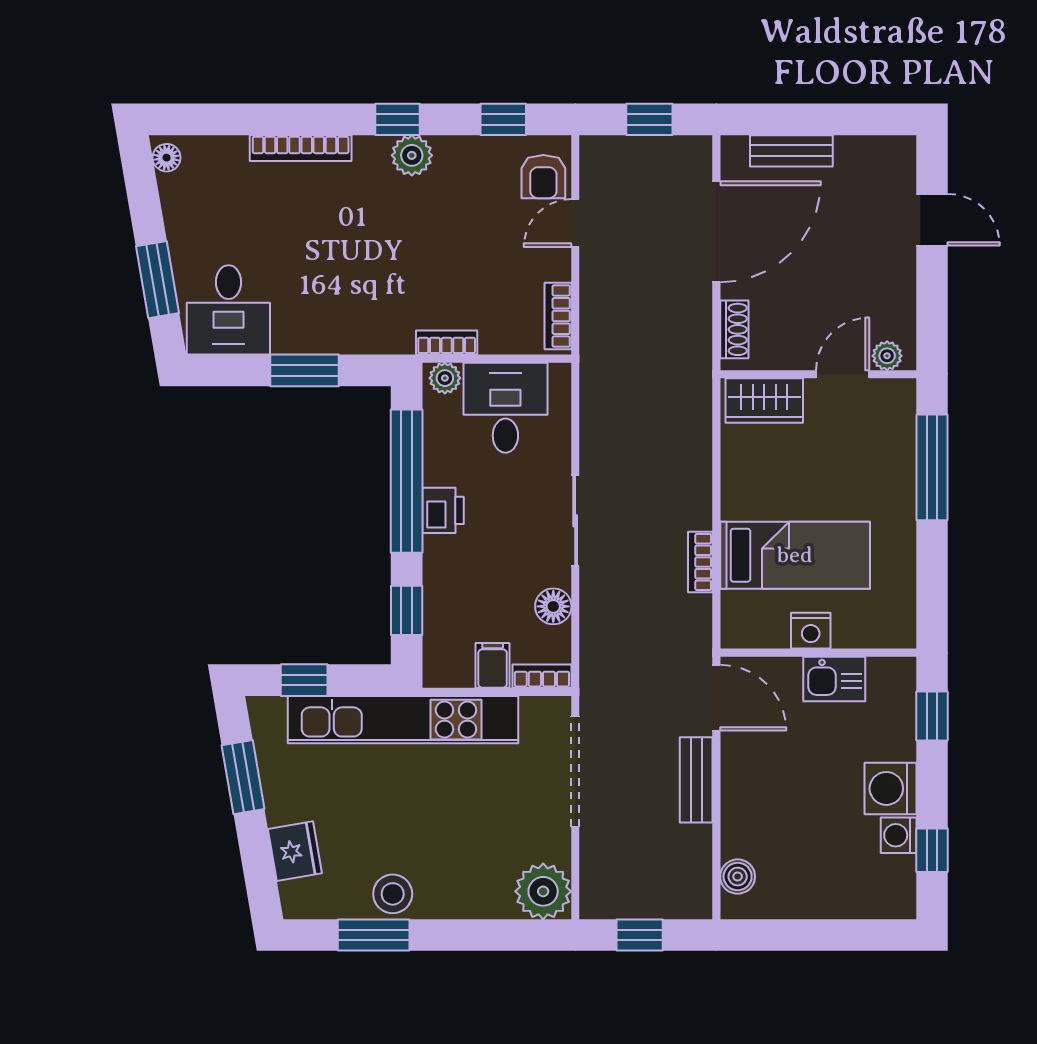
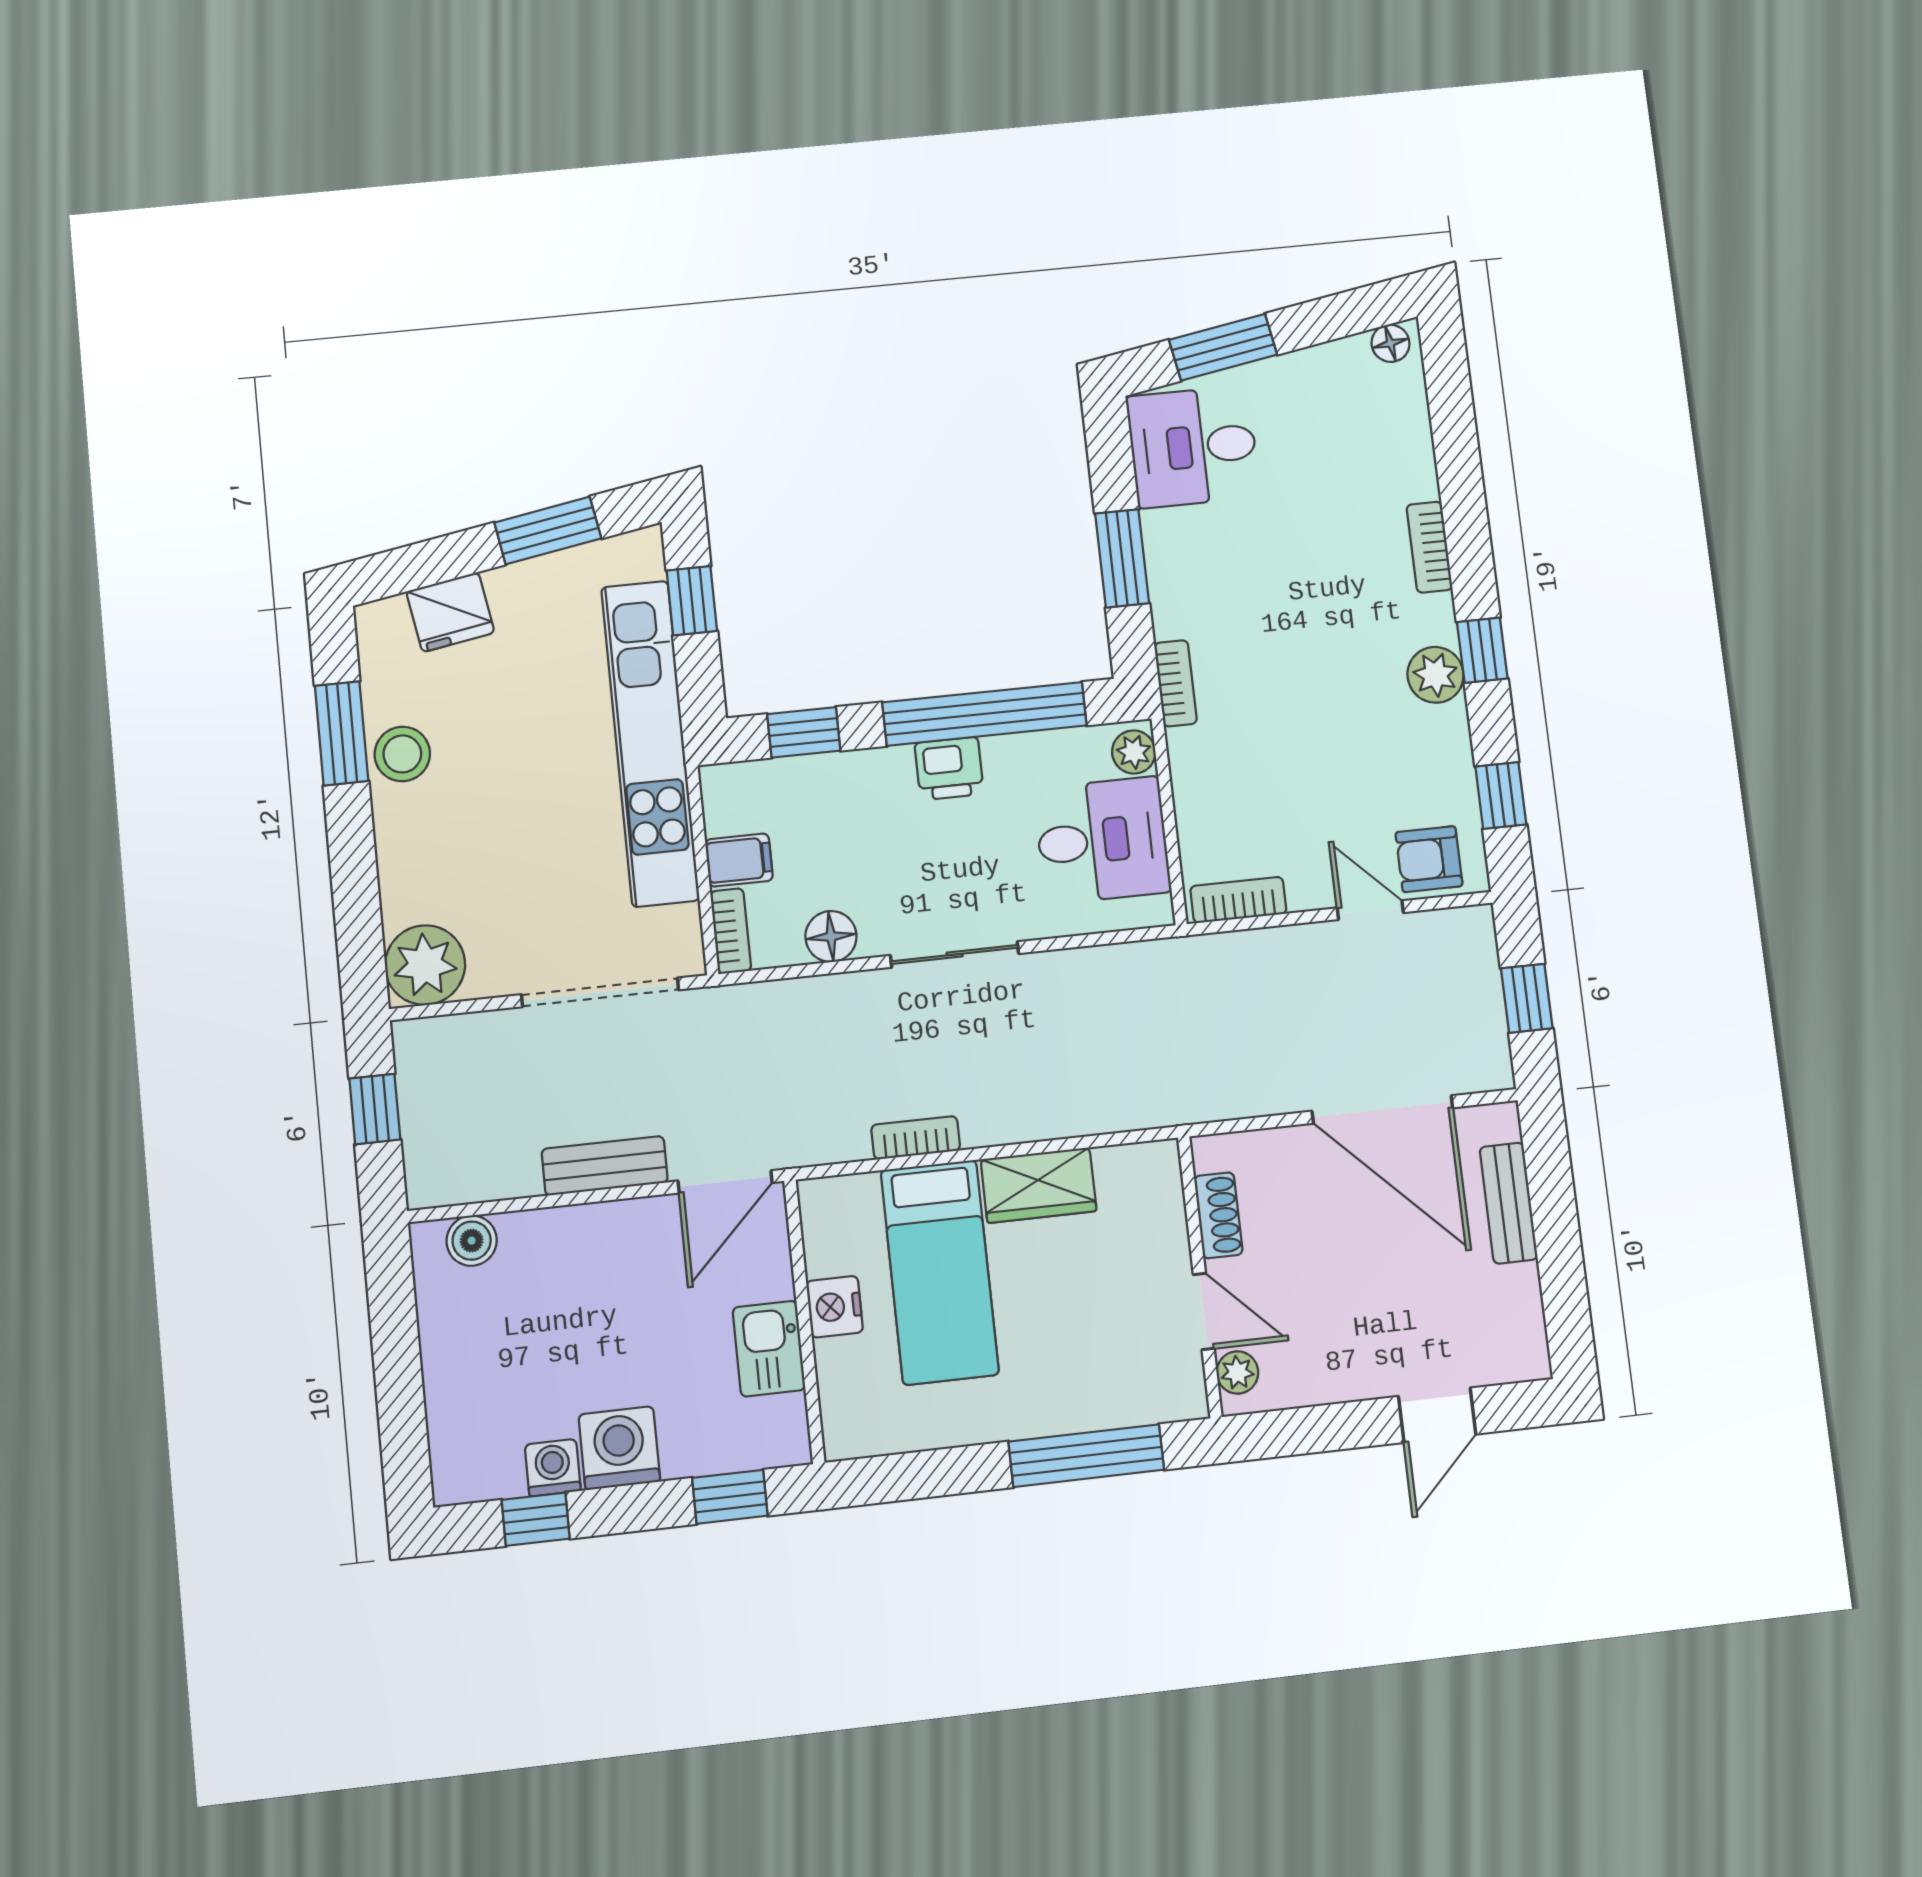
bookcase: (301, 148) -> (1429, 547), width x0.64
shoe rack: (734, 329) -> (1218, 1215), moved, turned -90
bookcase: (447, 342) -> (1176, 683), moved
wardrobe: (764, 401) -> (1039, 1185), moved, turned -90

